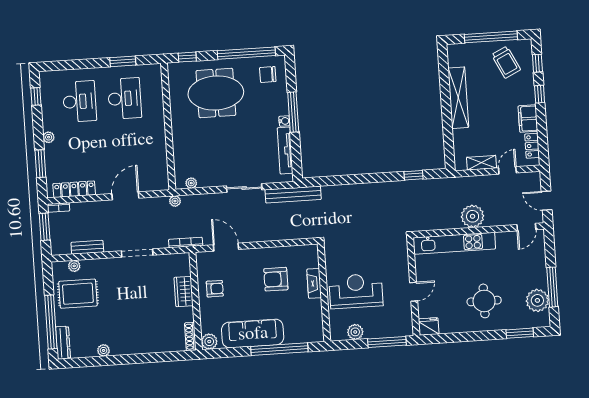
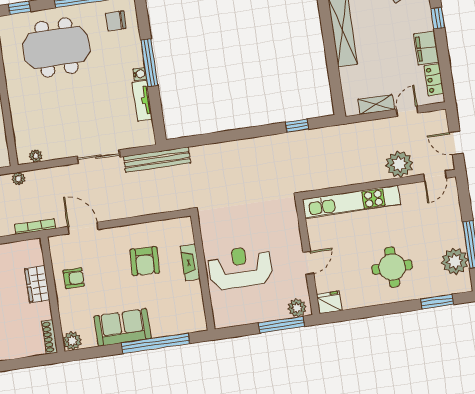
tv unit: (285, 151) -> (142, 101), width x0.71
plant: (473, 216) -> (399, 164), moved
armchair: (276, 279) -> (145, 261), turned -88
plant: (355, 332) -> (297, 308), moved
sofa: (253, 334) -> (123, 327), width x0.73

